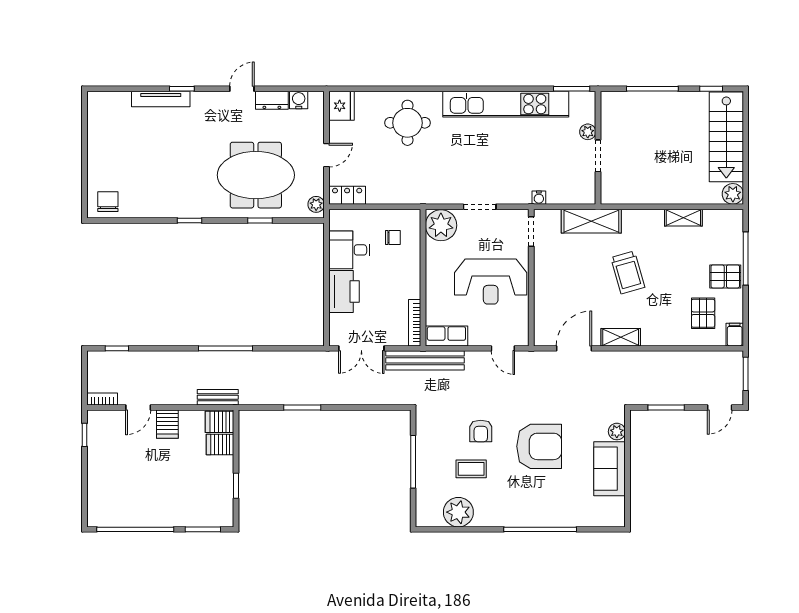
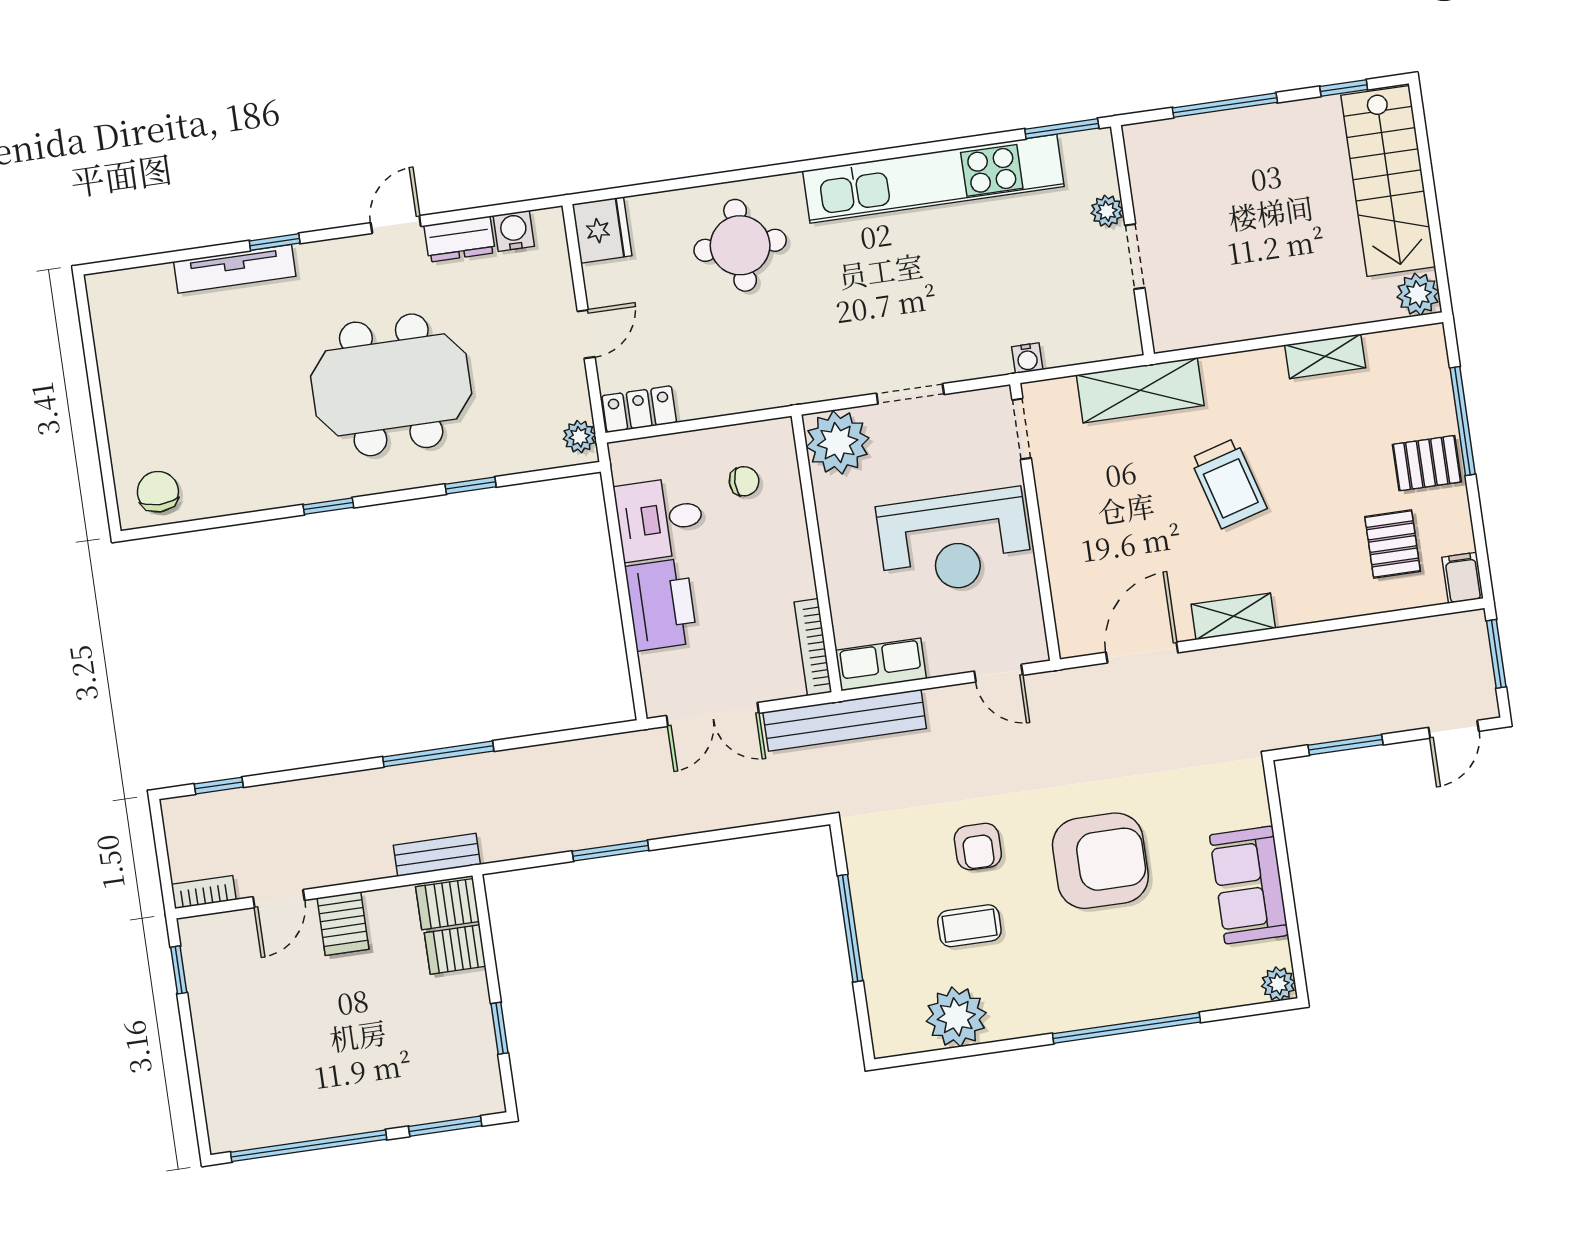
meeting table: (256, 175) -> (391, 385), moved
plant: (617, 432) -> (1278, 984), moved

